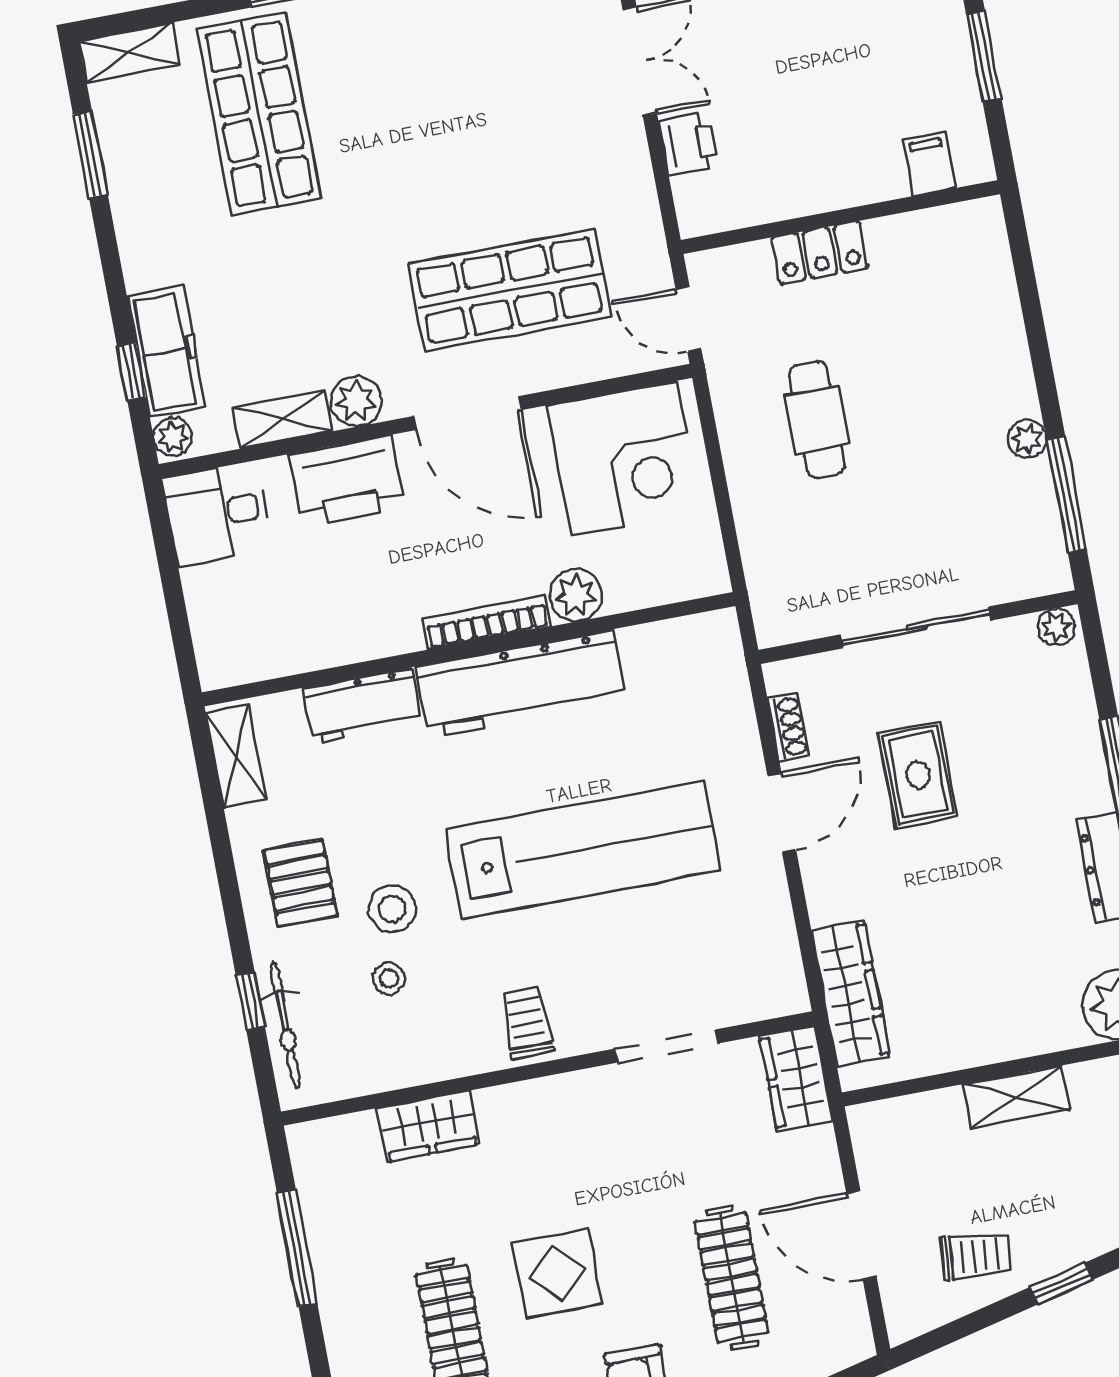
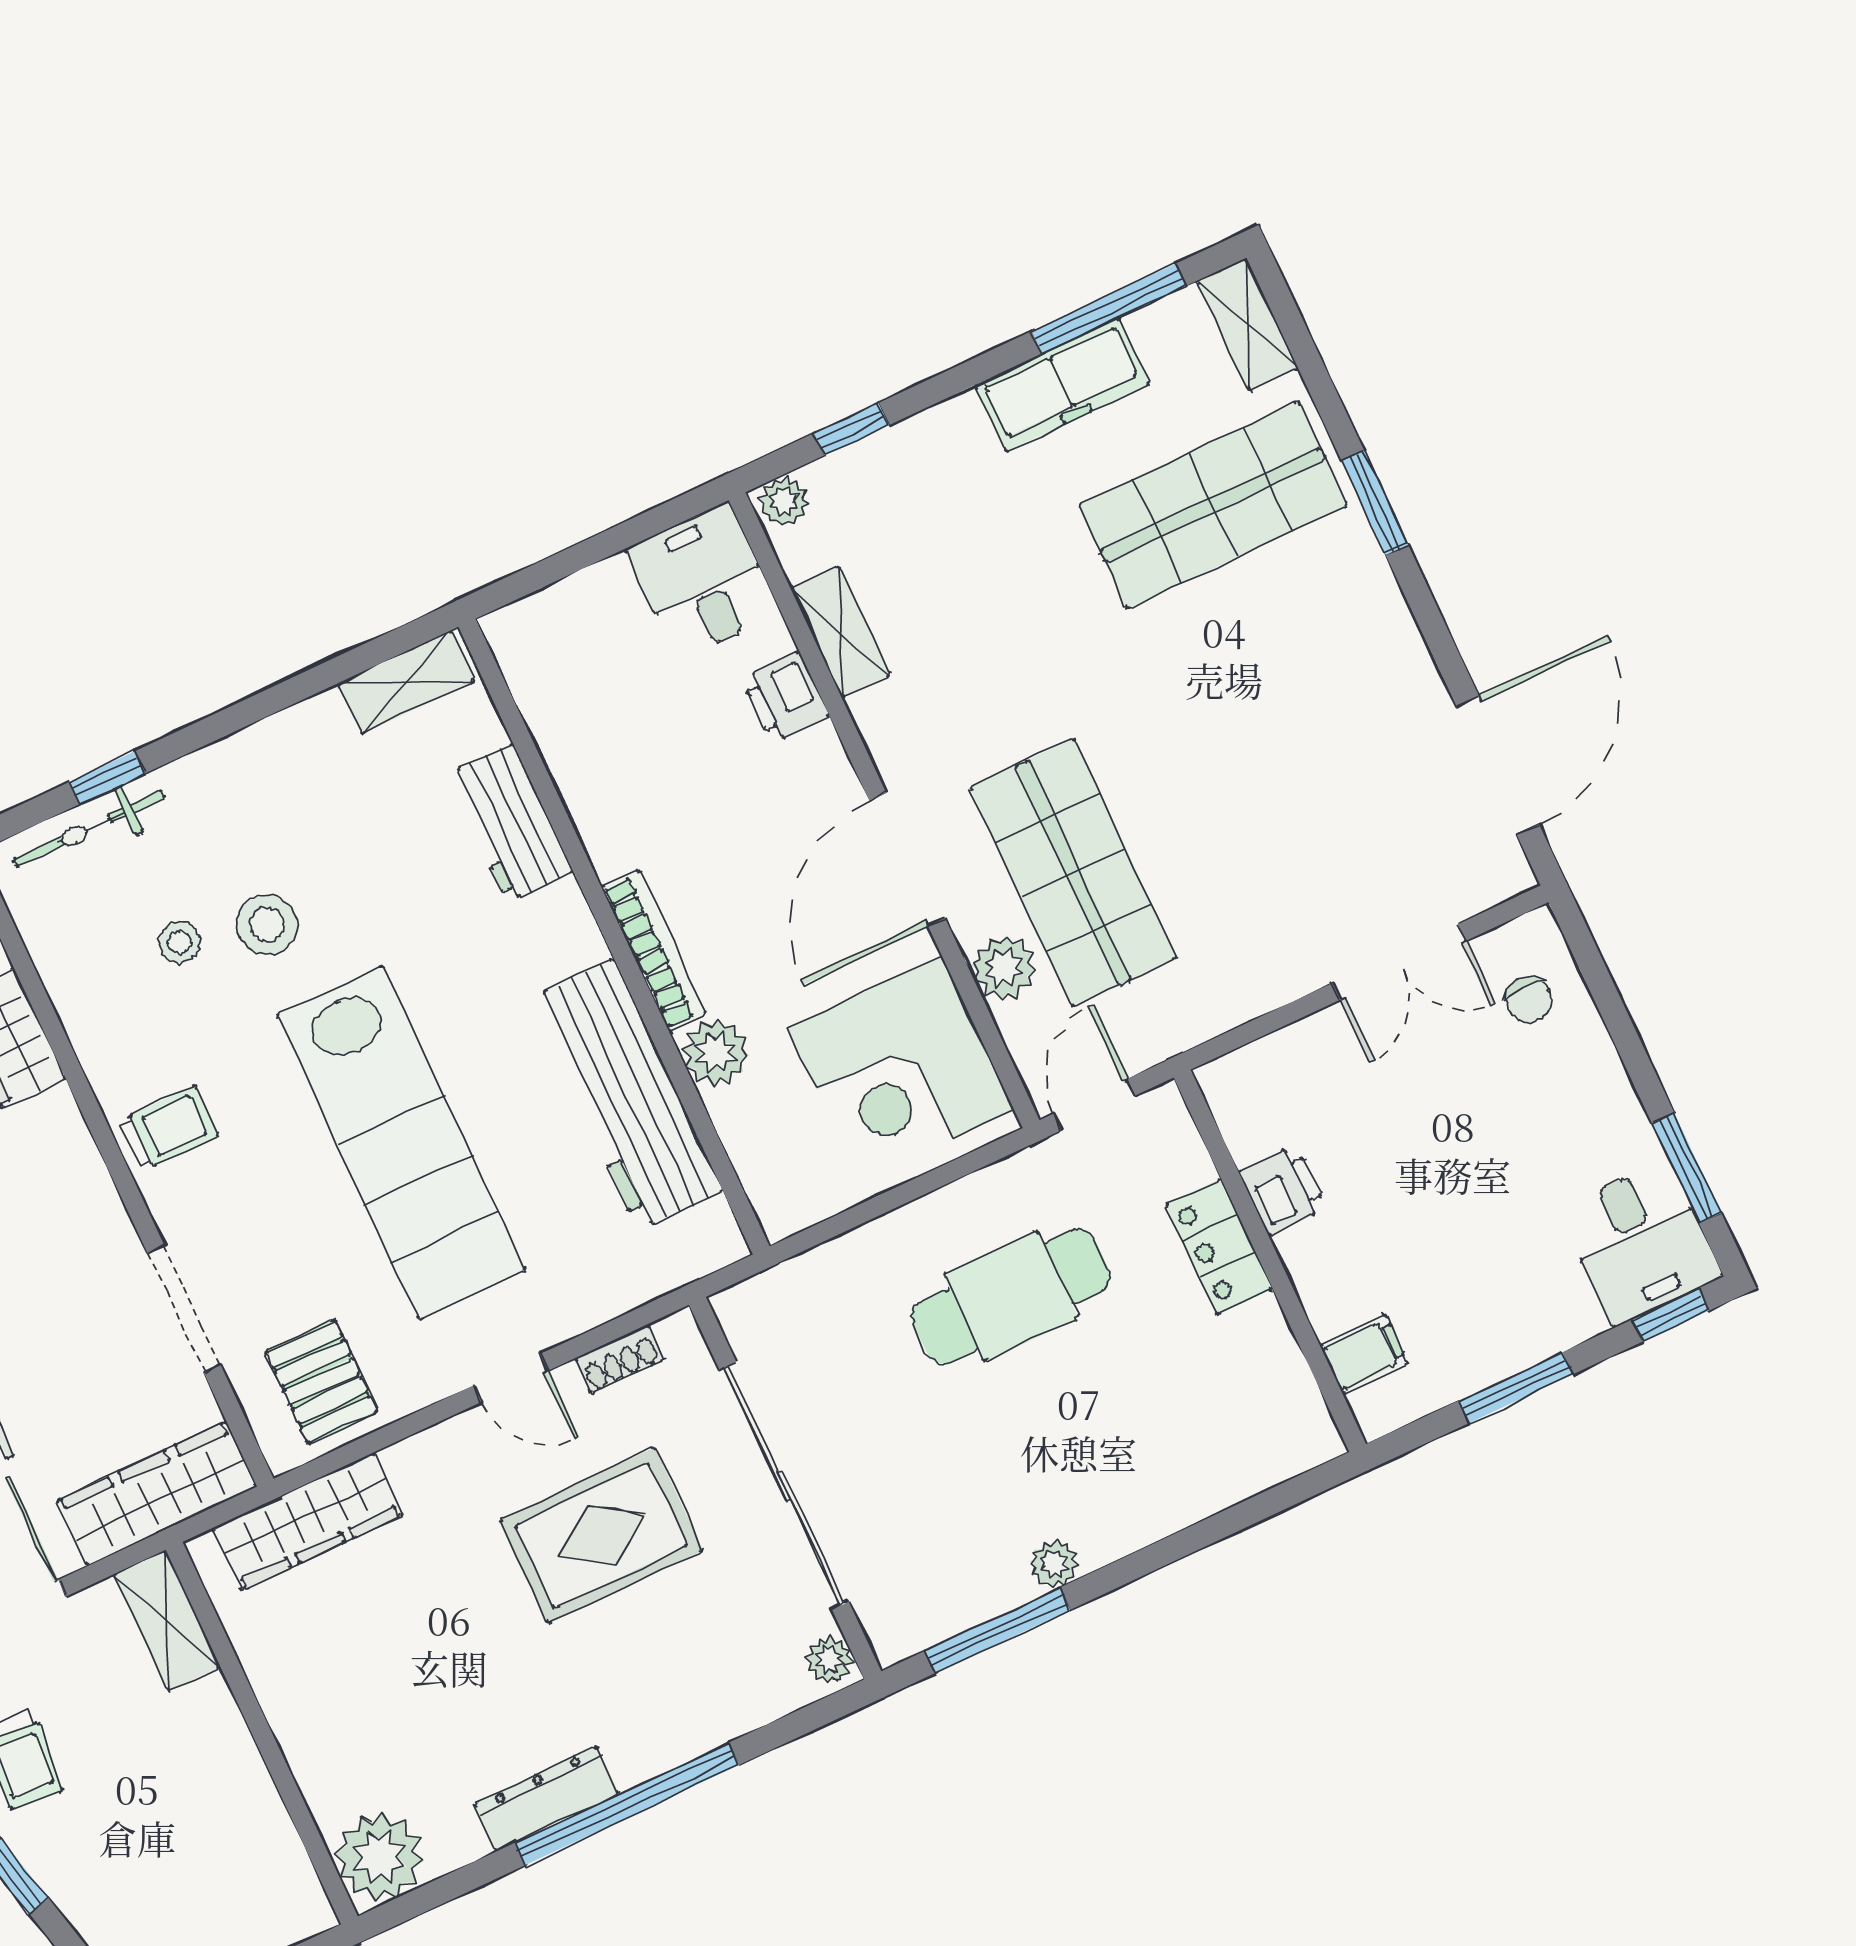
printer: (688, 144) -> (1283, 1190), moved, turned -90
window: (90, 154) -> (1109, 309), width x1.44
freezer: (167, 352) -> (1062, 384), moved
plant: (356, 401) -> (1004, 968), moved
cafe table: (817, 420) -> (1011, 1296), width x1.37, depth x1.35
printer: (347, 481) -> (785, 697), width x0.53, depth x0.68
sliding door: (916, 627) -> (784, 1486), width x1.36
workbench: (521, 684) -> (626, 1094), moved
rug: (918, 775) -> (601, 1535), width x1.36, depth x1.43
door: (782, 813) -> (511, 1378), width x0.73
pallet: (300, 883) -> (321, 1382), moved, turned 90
wardrobe: (796, 1078) -> (157, 1494), width x1.50
shelving: (1017, 1097) -> (167, 1621), moved

